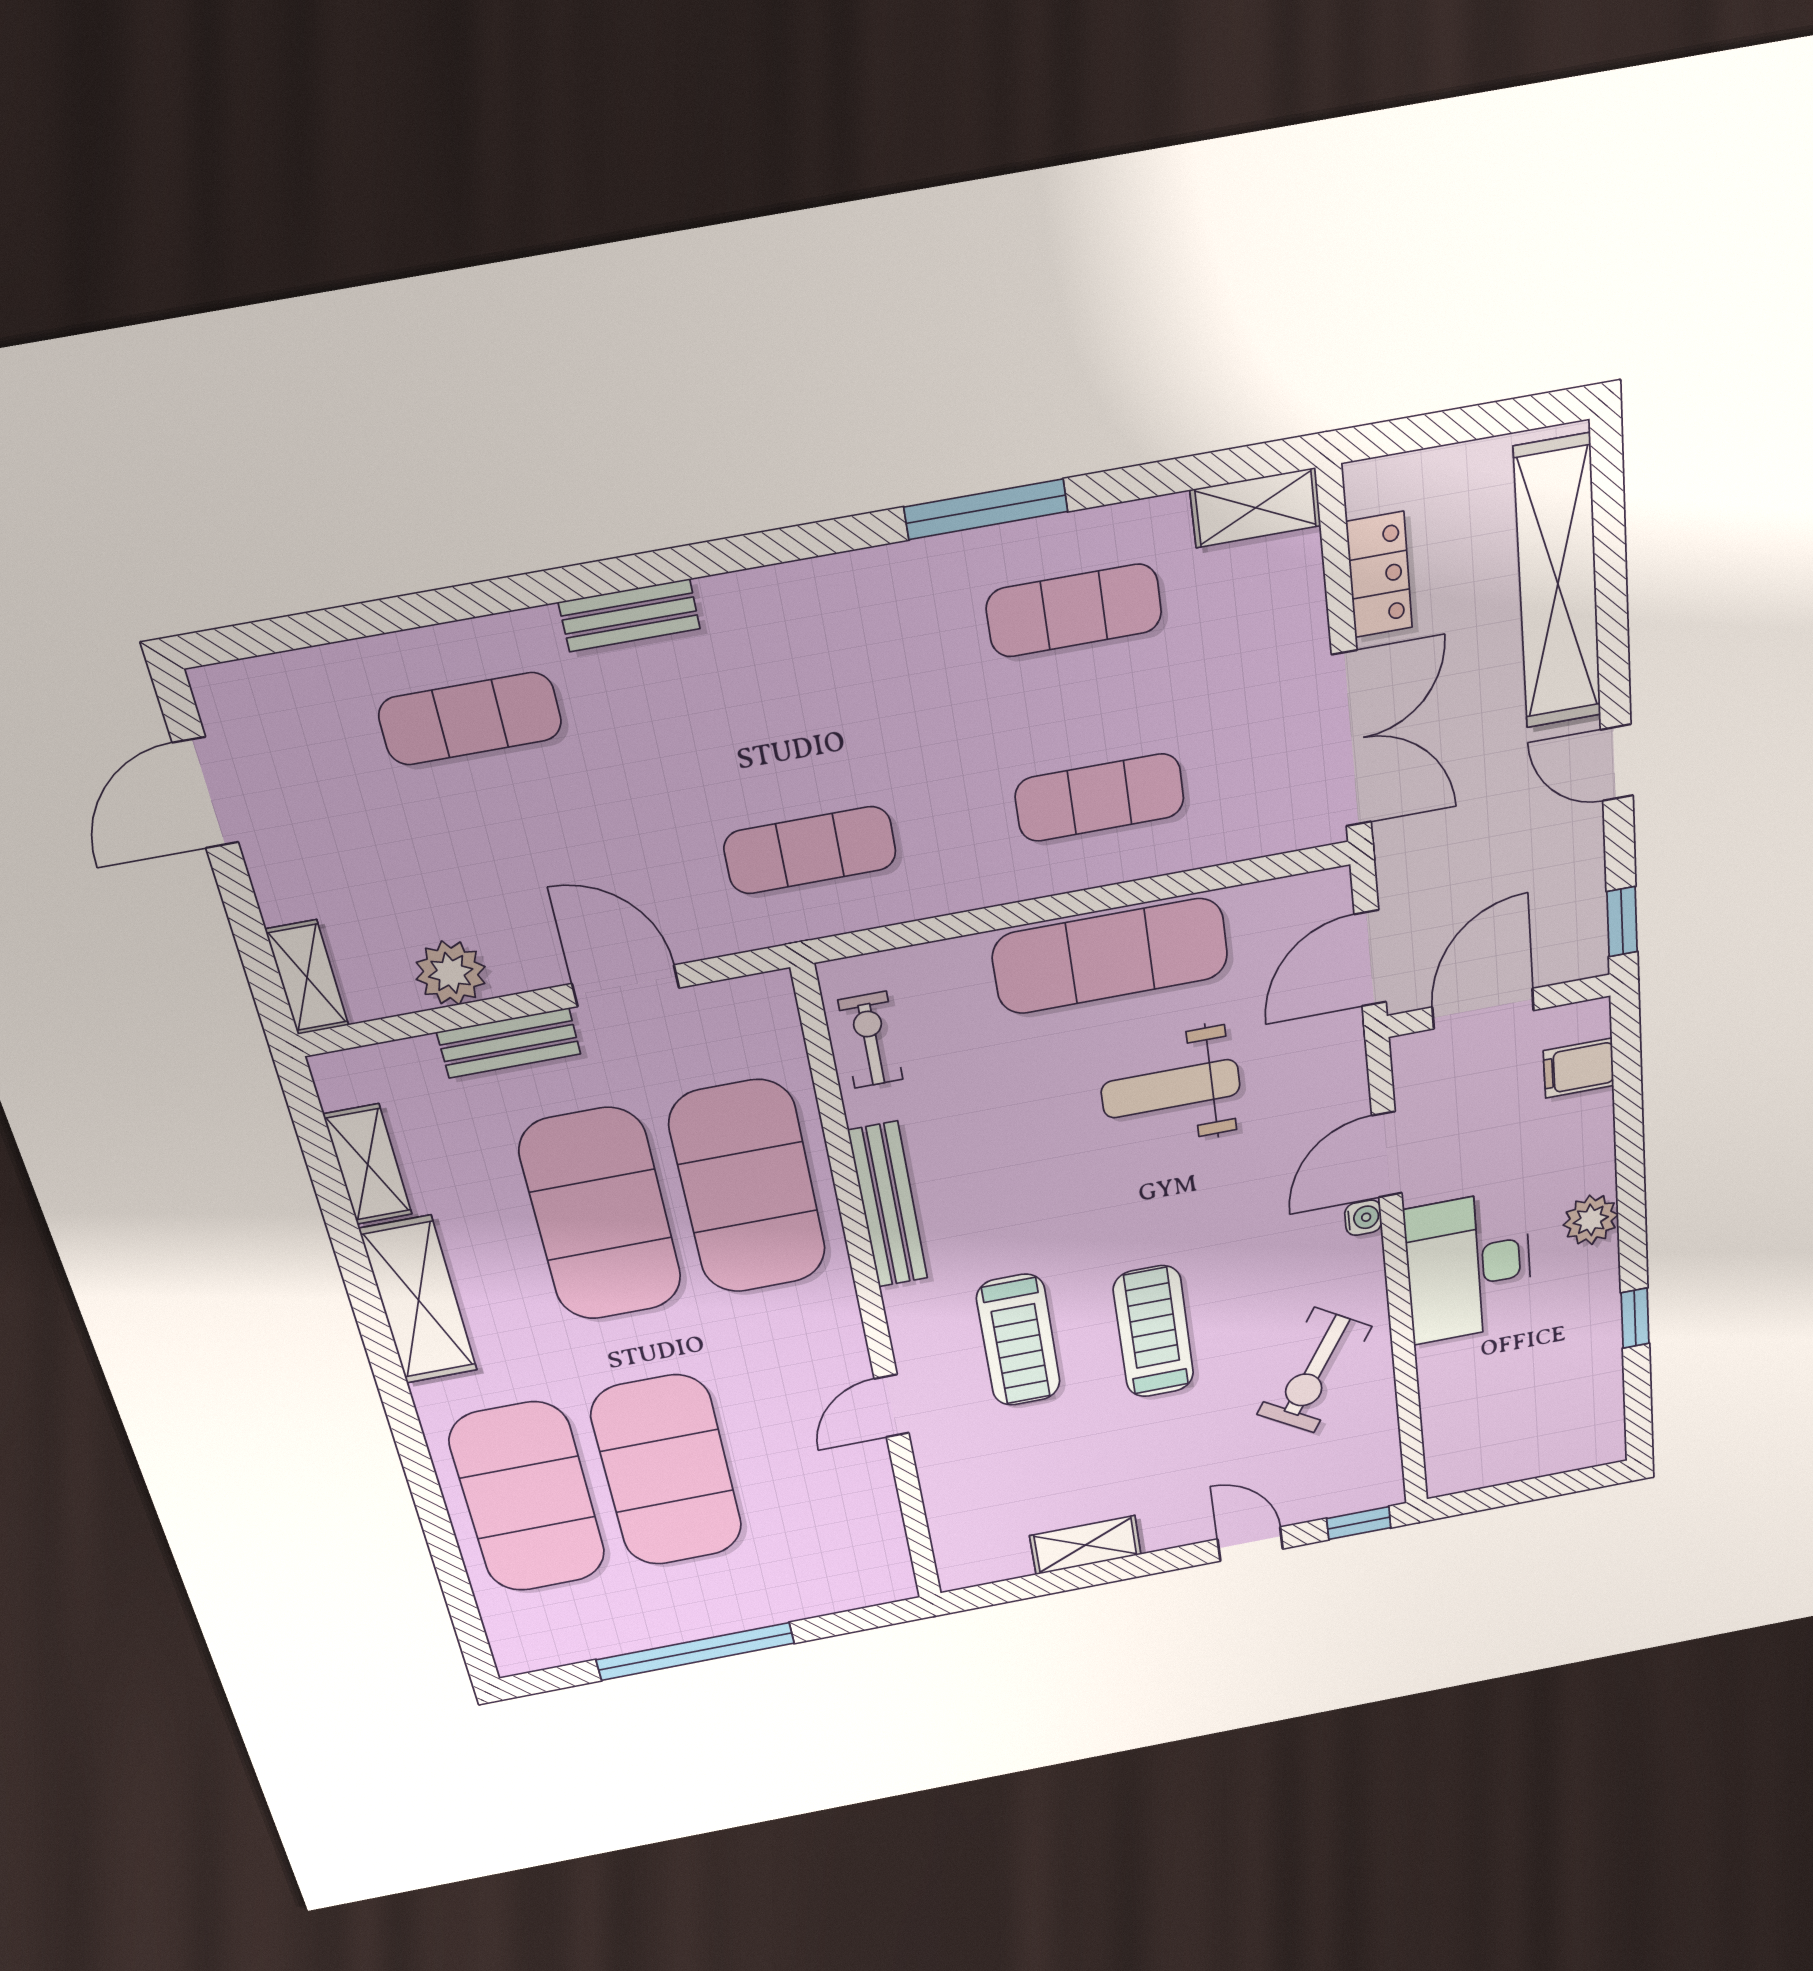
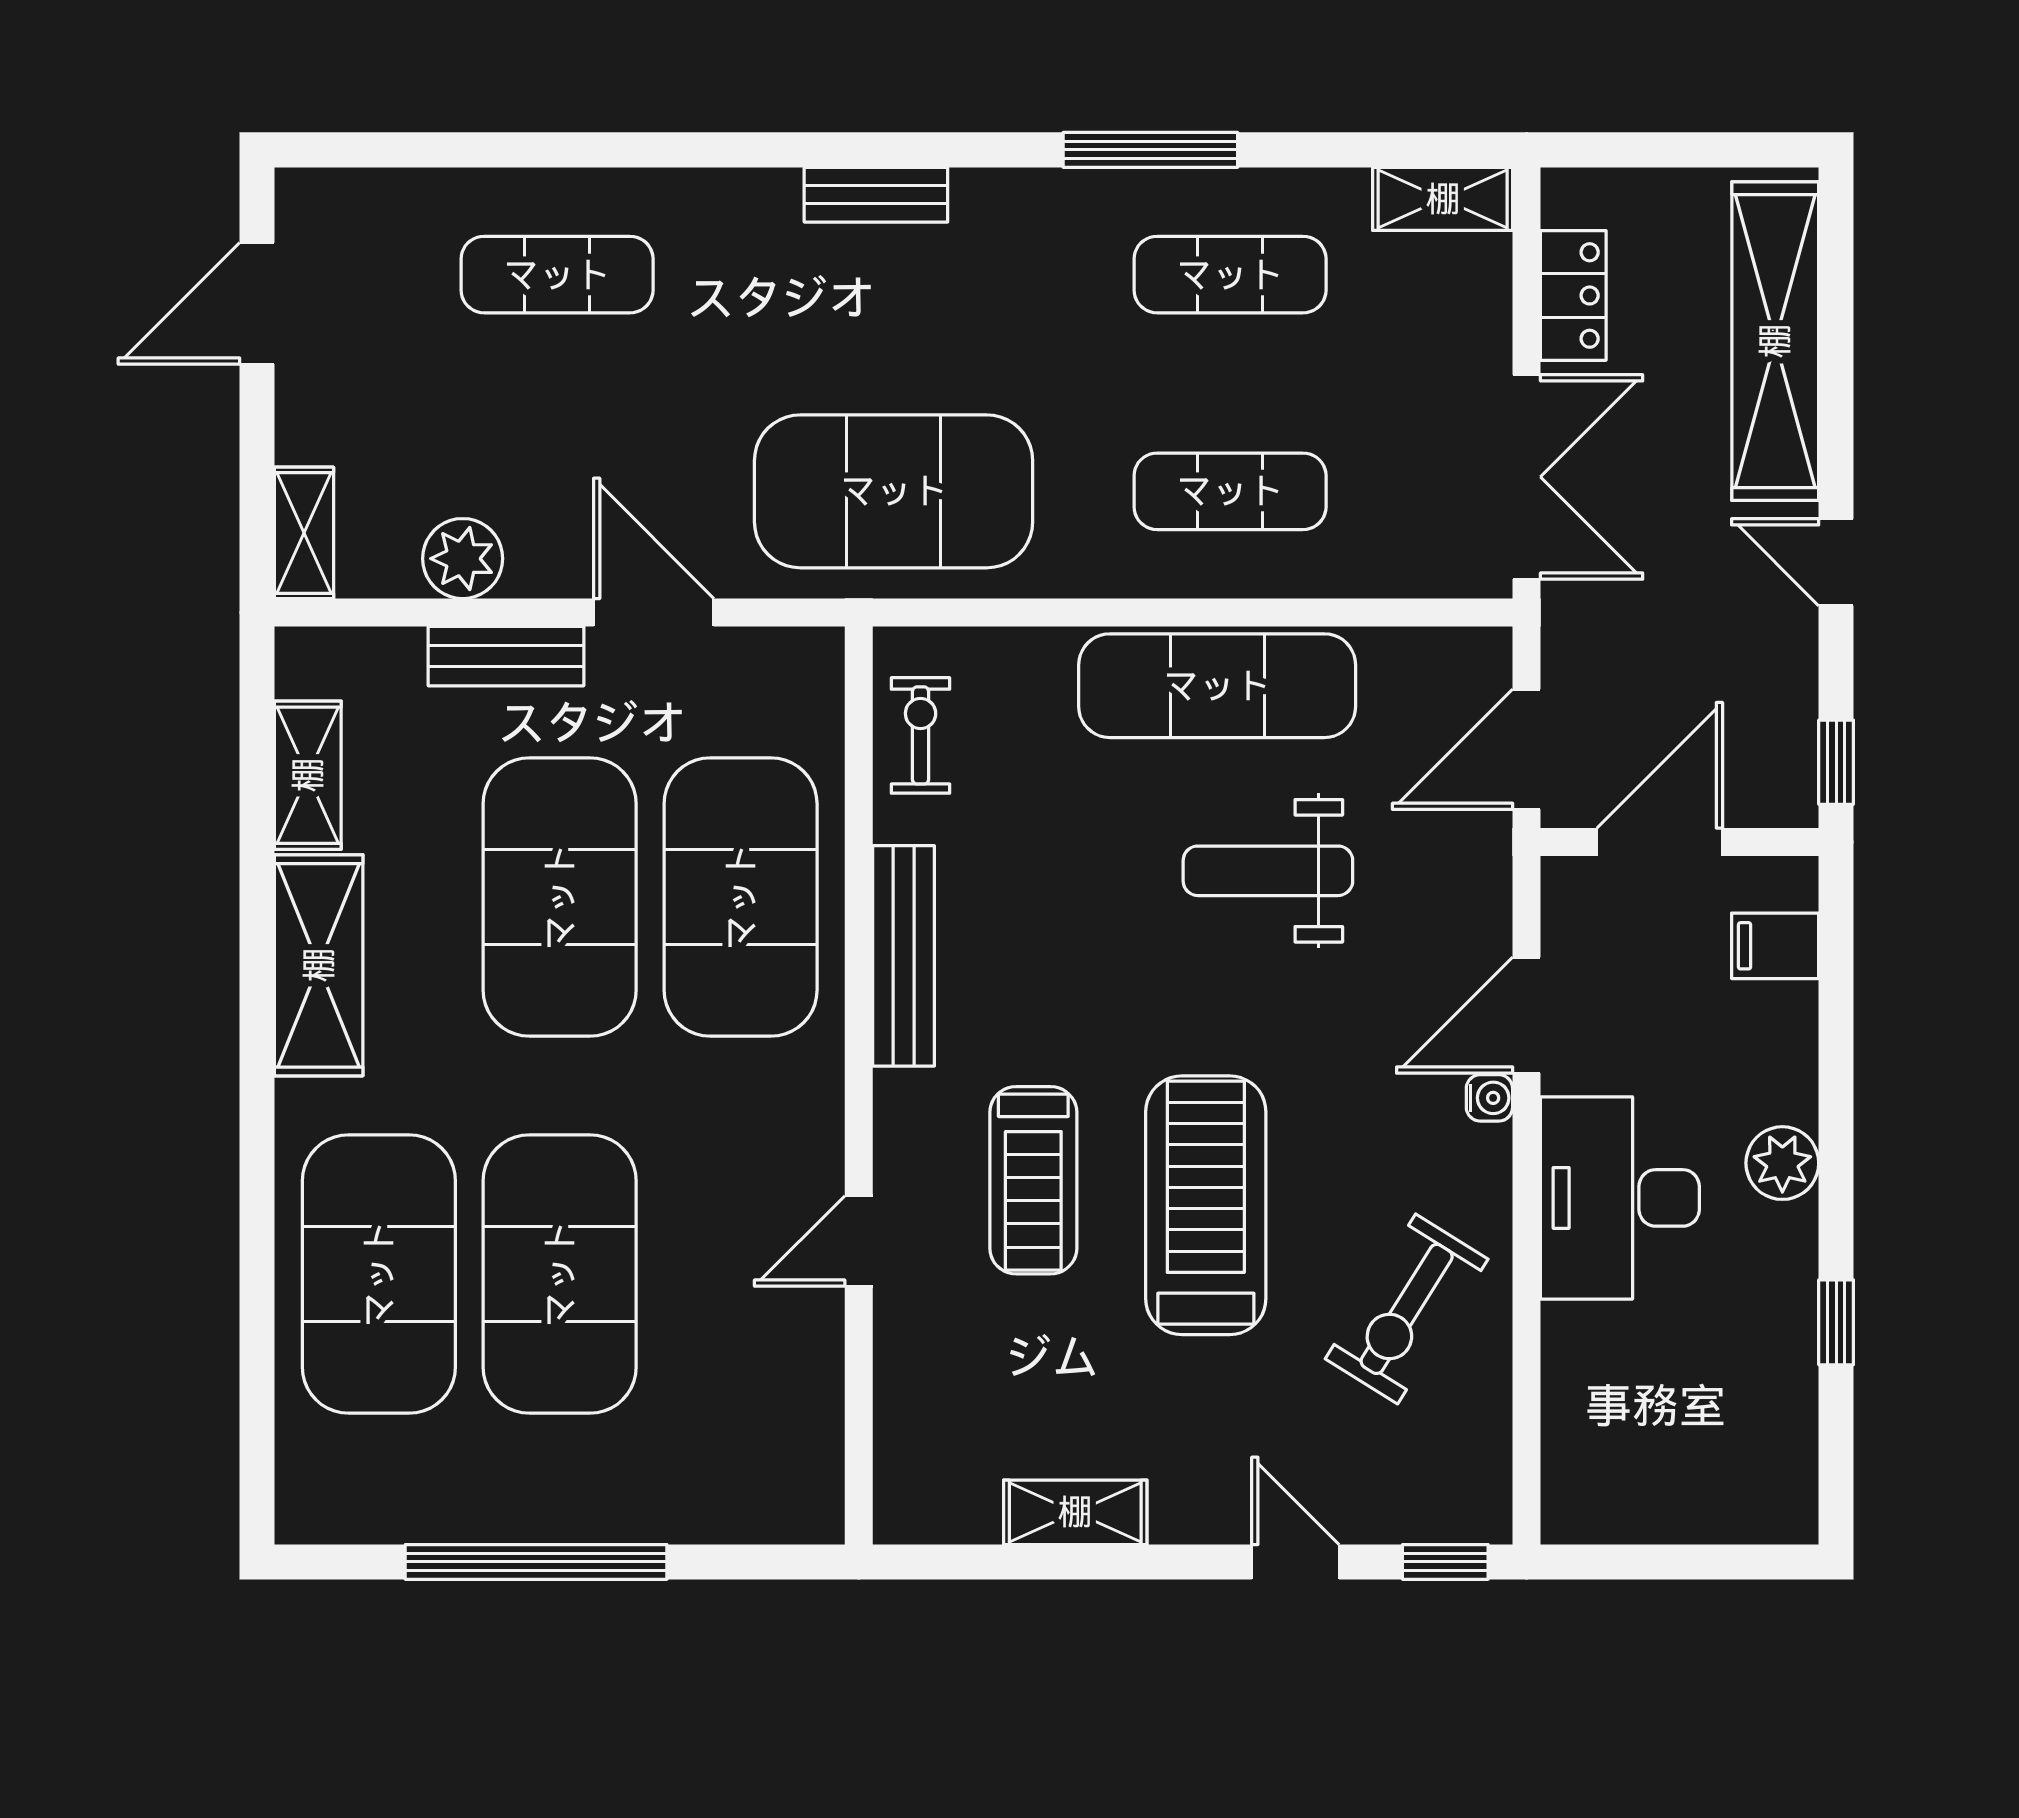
bench: (629, 615) -> (876, 195), moved
exercise mat: (810, 850) -> (894, 491), width x2.00, depth x1.45
treadmill: (1154, 1332) -> (1206, 1205), width x1.37, depth x1.38

